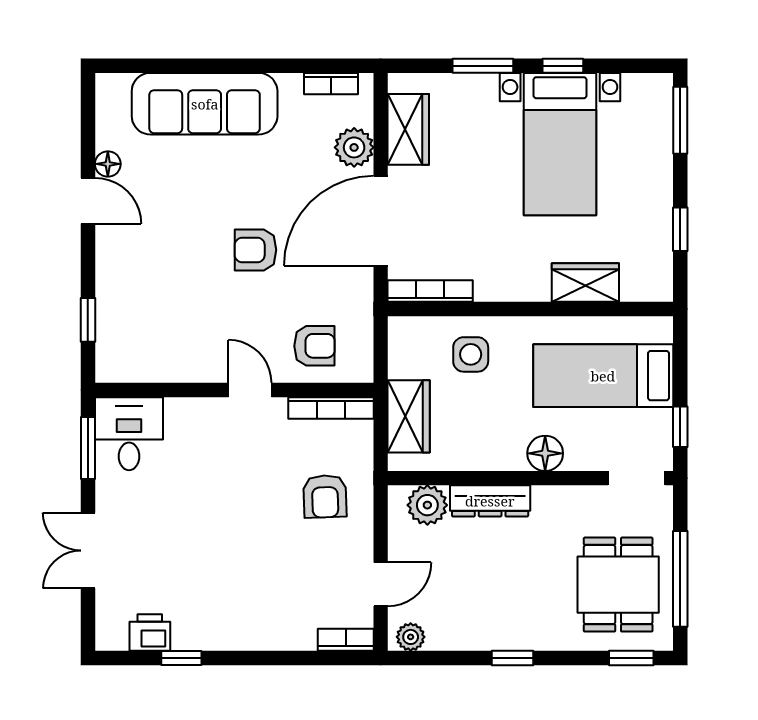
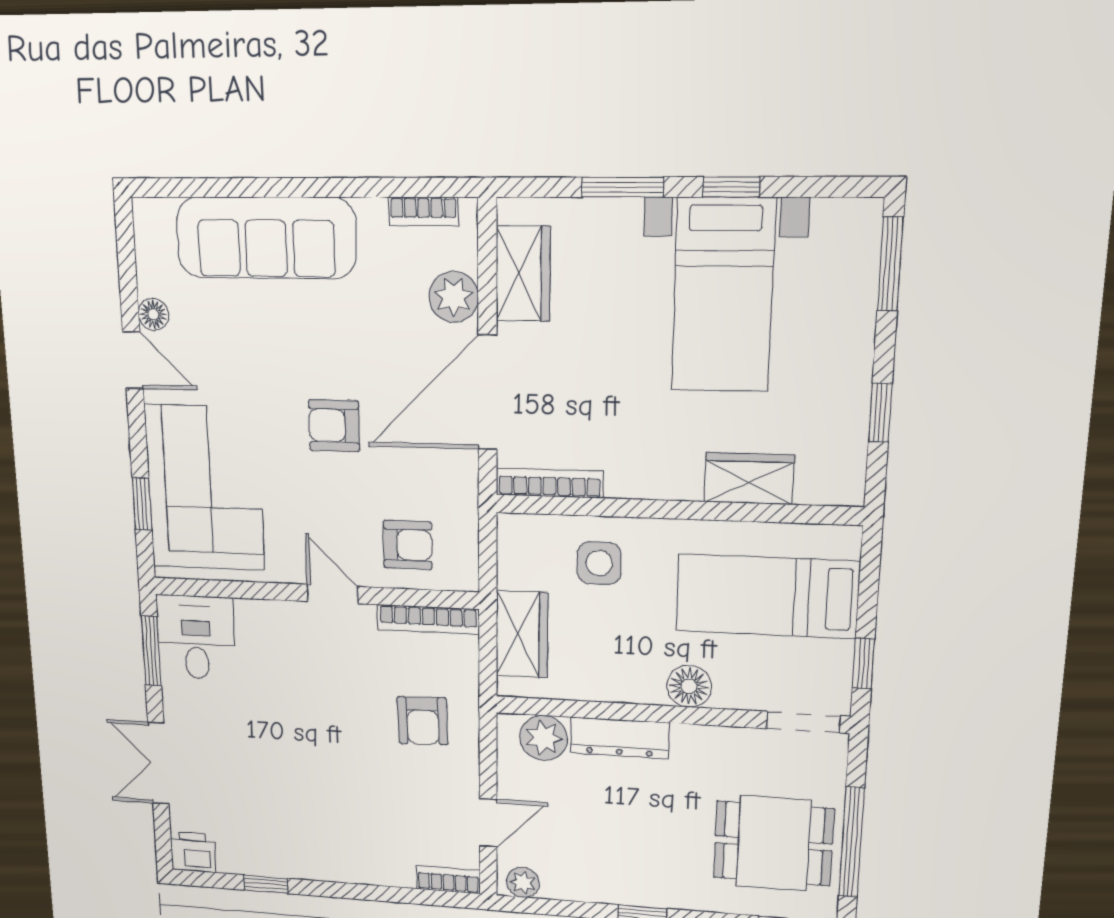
corner sofa: (144, 304) -> (205, 488), added
dining table: (618, 585) -> (773, 843), turned 90
printer: (150, 633) -> (193, 852), moved

